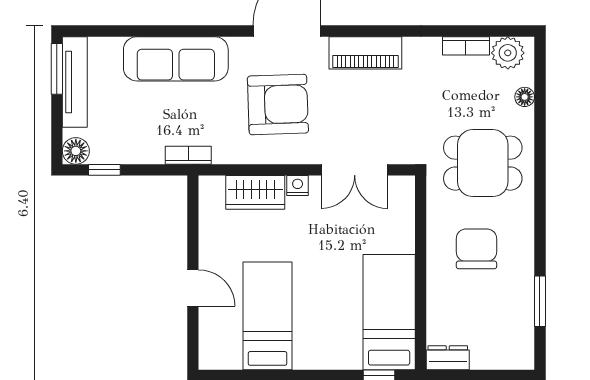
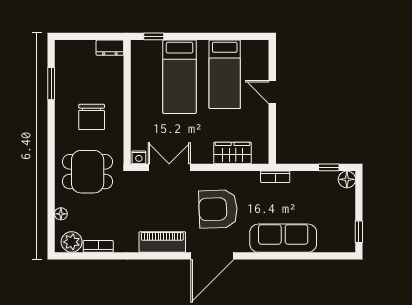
window: (57, 69) -> (359, 232), width x0.67
tv unit: (75, 82) -> (348, 223), removed
nightstand: (298, 186) -> (139, 157), moved
bed: (389, 312) -> (180, 77), moved

